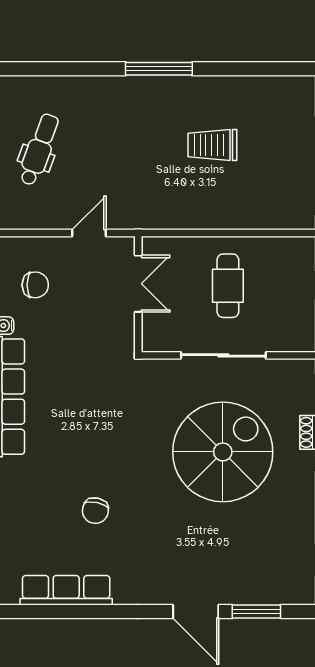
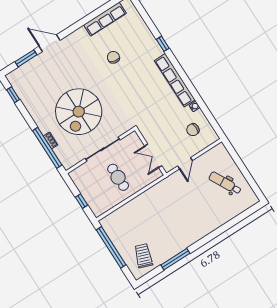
window: (159, 69) -> (175, 259), moved
trolley: (212, 145) -> (143, 256), moved, turned -70
dental chair: (39, 150) -> (225, 183), turned 132

